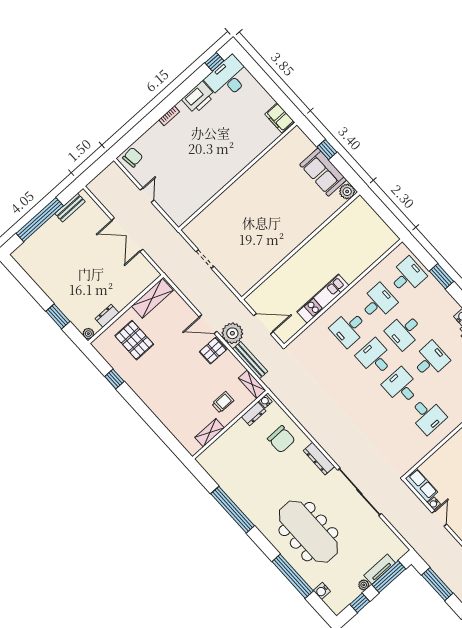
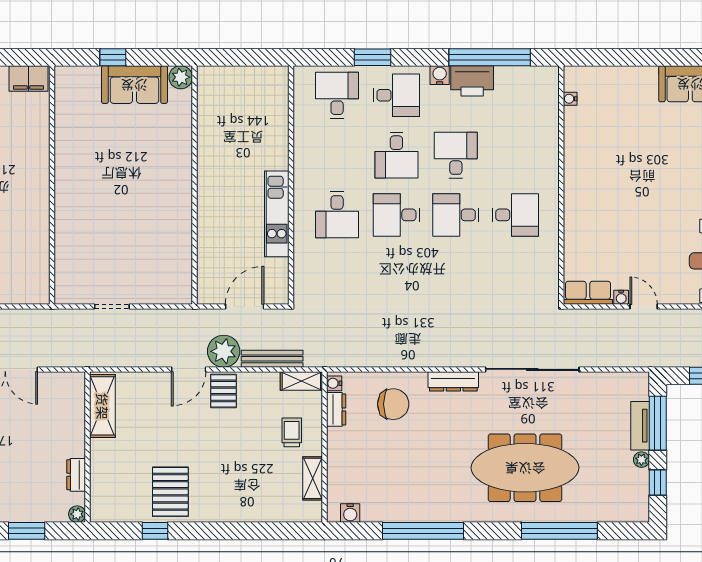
desk: (378, 302) -> (396, 95), moved, turned 90
pallet: (134, 340) -> (170, 492), moved, turned 90
water cooler: (322, 591) -> (350, 513), moved

